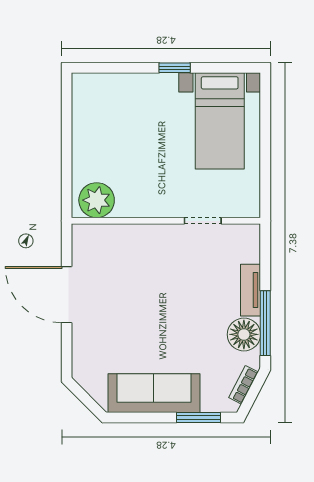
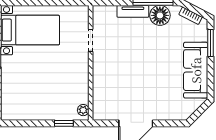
window: (67, 177) -> (64, 123), added
plant: (97, 200) -> (83, 110), width x0.53, depth x0.53

